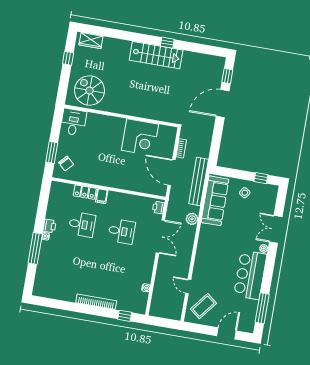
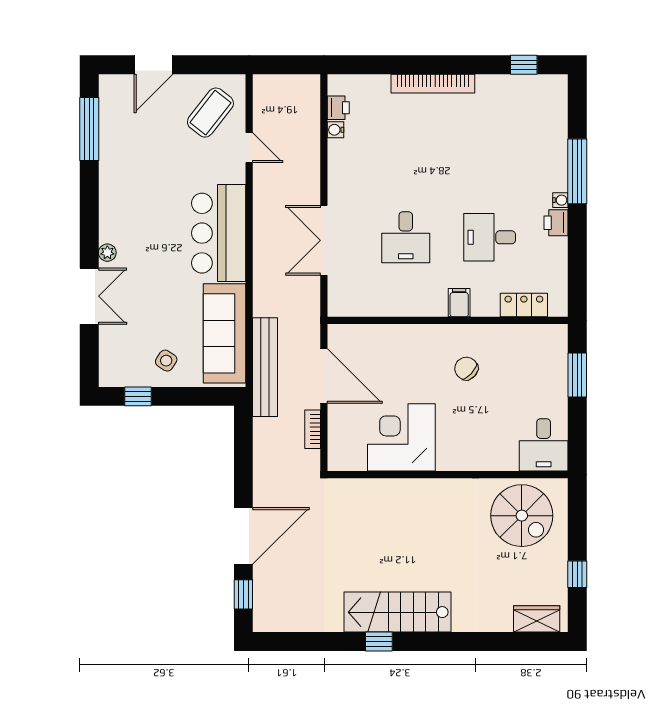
chair: (66, 163) -> (466, 368), moved
locker: (85, 192) -> (524, 305), moved
printer: (158, 208) -> (338, 108), moved
plant: (192, 219) -> (265, 288), removed
desk: (122, 231) -> (406, 237), turned -90
bar counter: (250, 275) -> (219, 233), moved, turned 180
window: (125, 316) -> (524, 65), moved

